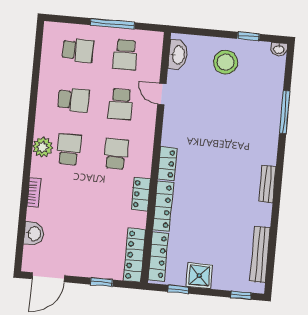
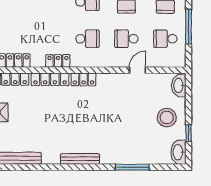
washbasin: (279, 49) -> (178, 152), width x1.91, depth x1.45
washbasin: (178, 55) -> (179, 85), moved, turned 90
bench: (267, 184) -> (80, 159), width x1.36

